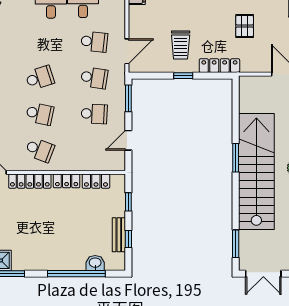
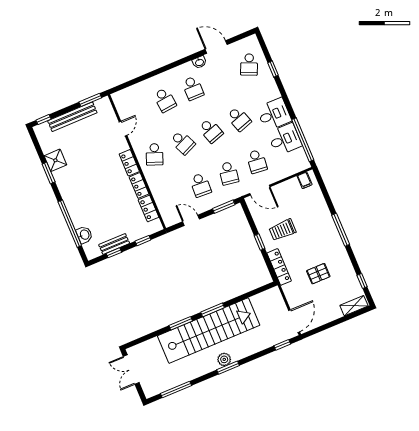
school desk: (40, 42) -> (239, 119), added
school desk: (40, 114) -> (183, 143), turned -36
locker: (30, 181) -> (129, 163), width x0.66
window: (236, 244) -> (181, 323), moved

